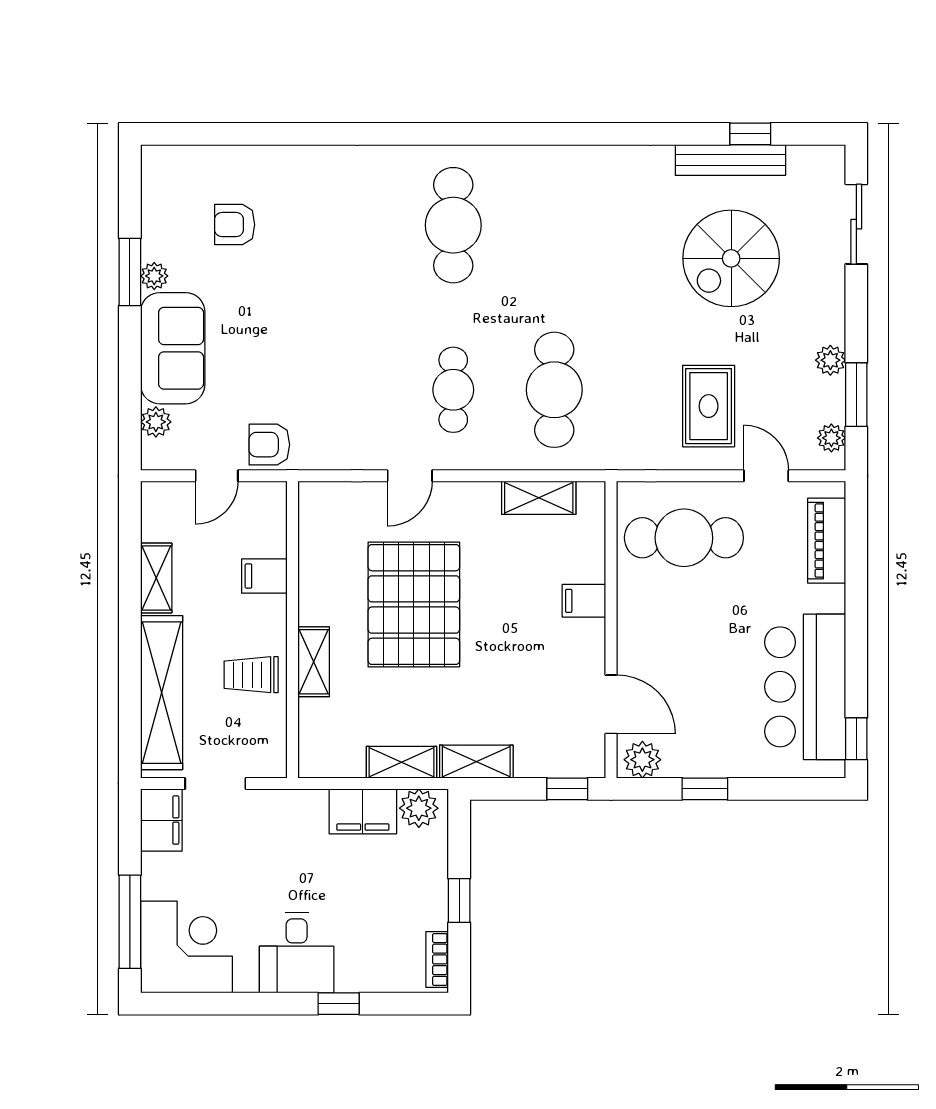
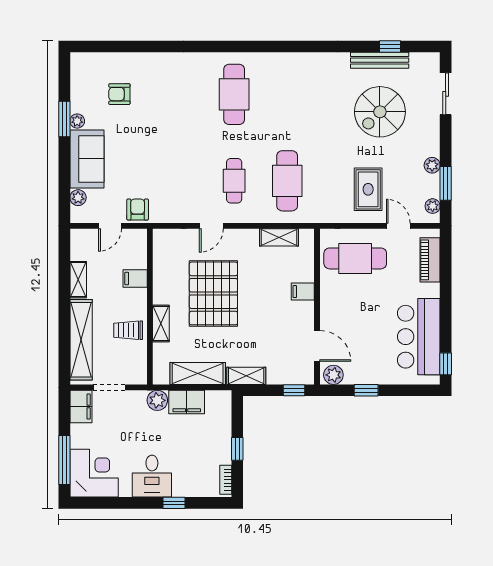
armchair: (269, 445) -> (138, 210), turned 90
shelving: (401, 762) -> (198, 373), width x1.50, depth x1.33
plant: (419, 808) -> (157, 400), moved

